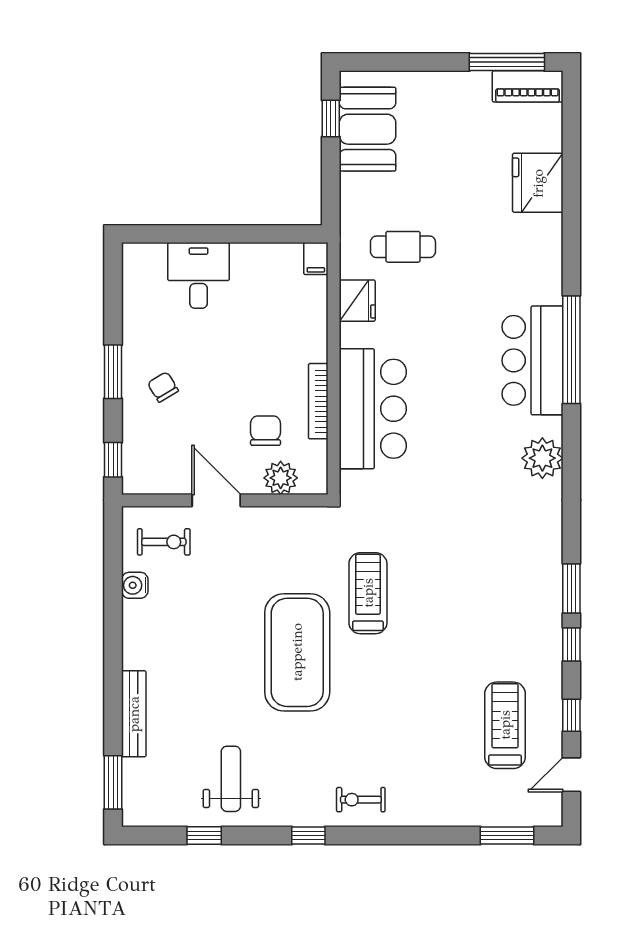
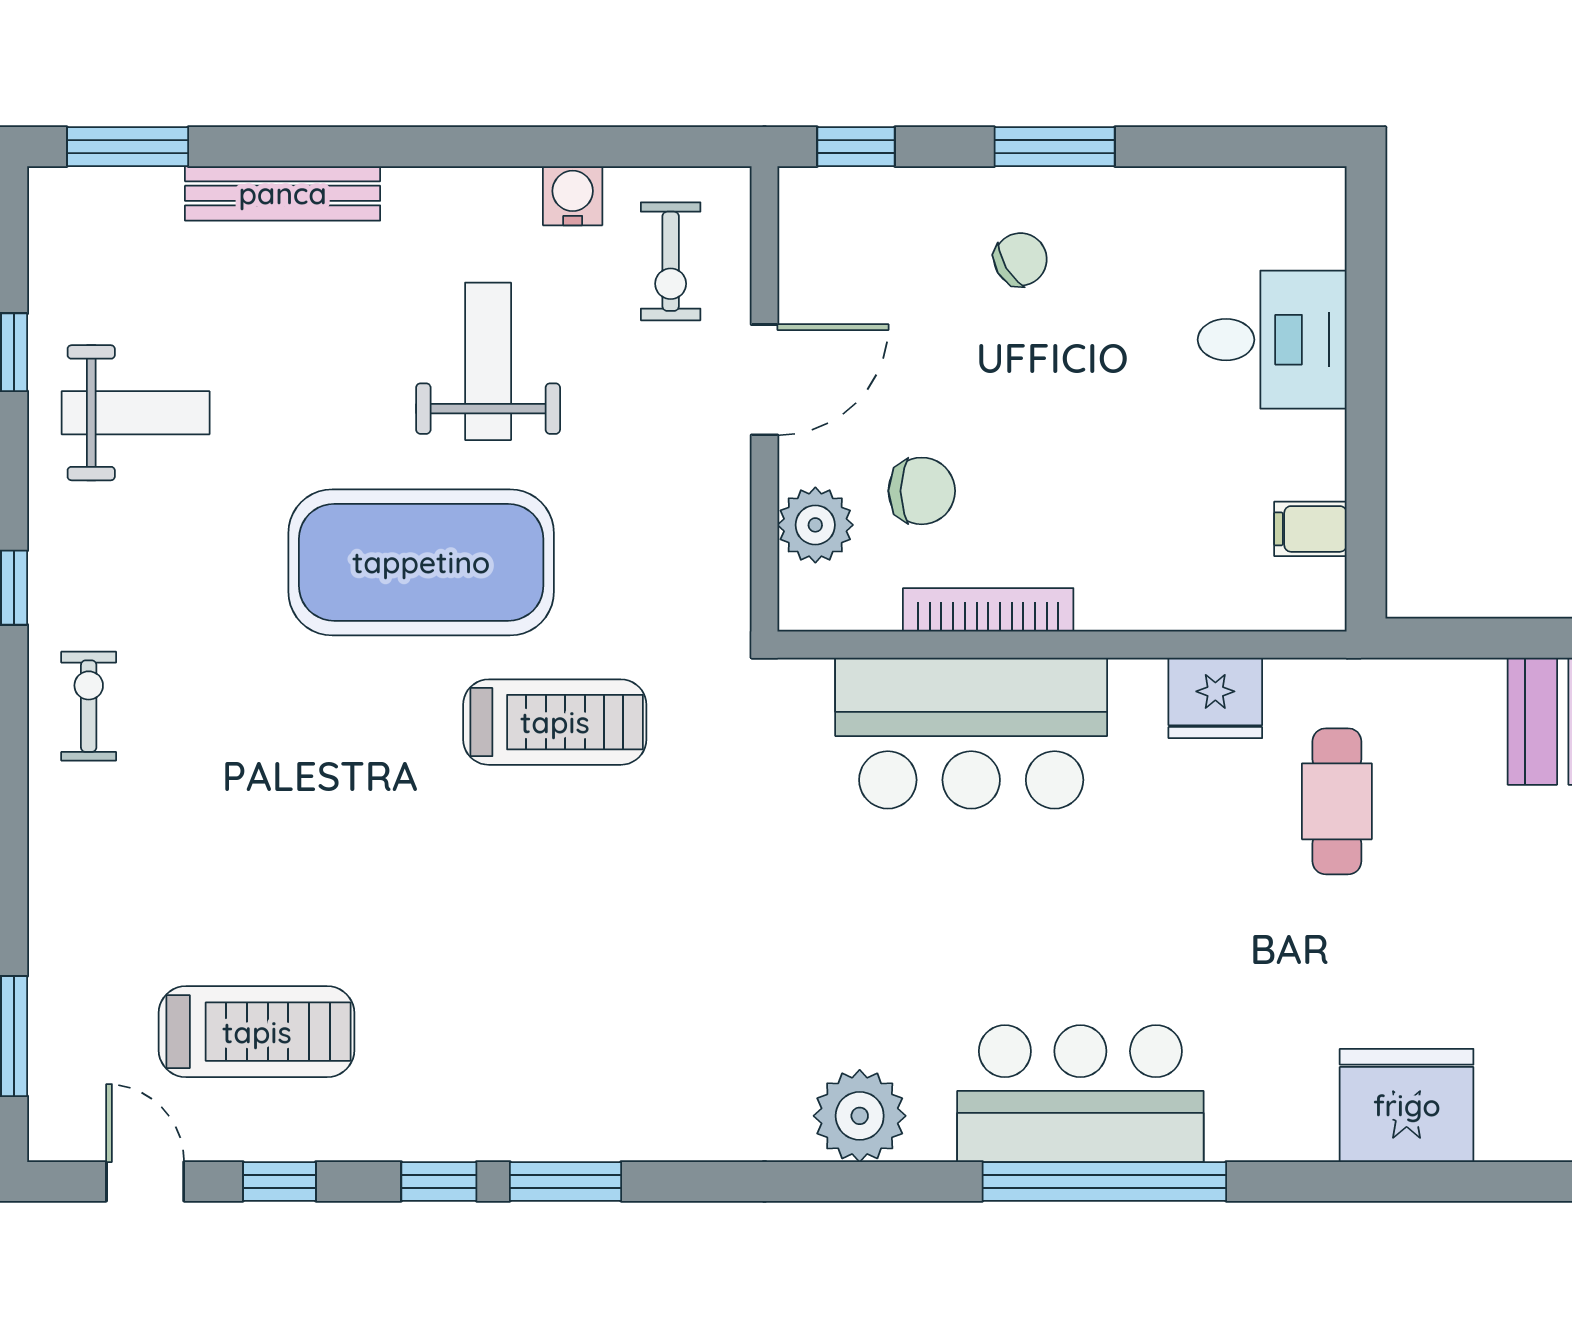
fridge: (538, 183) -> (1407, 1105), moved
filing cabinet: (316, 259) -> (1310, 529), moved
weight bench: (208, 623) -> (488, 361), added

